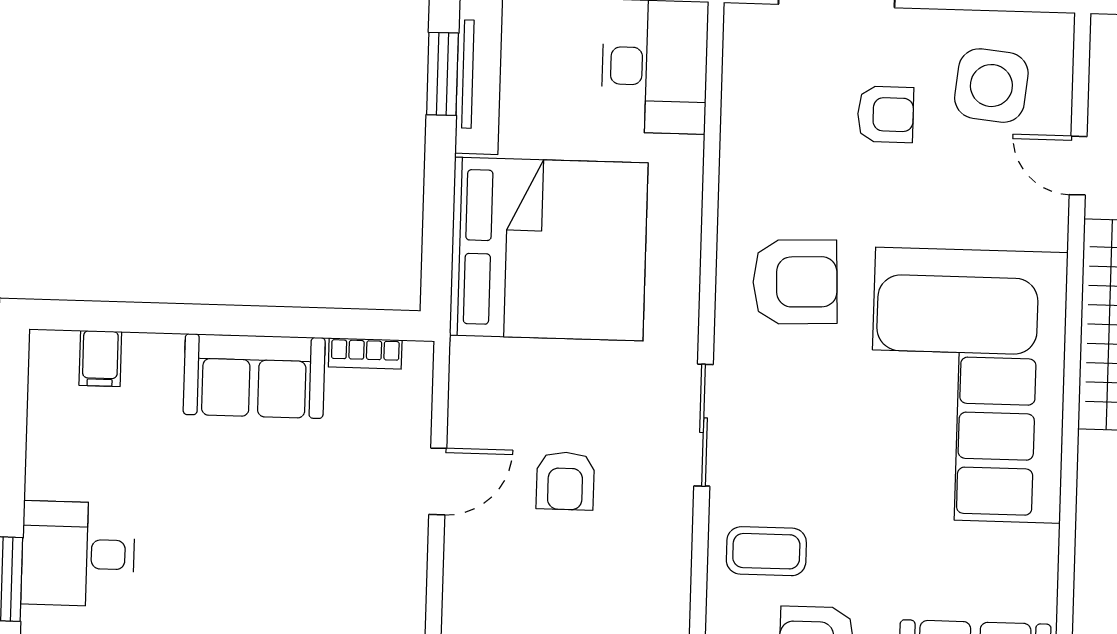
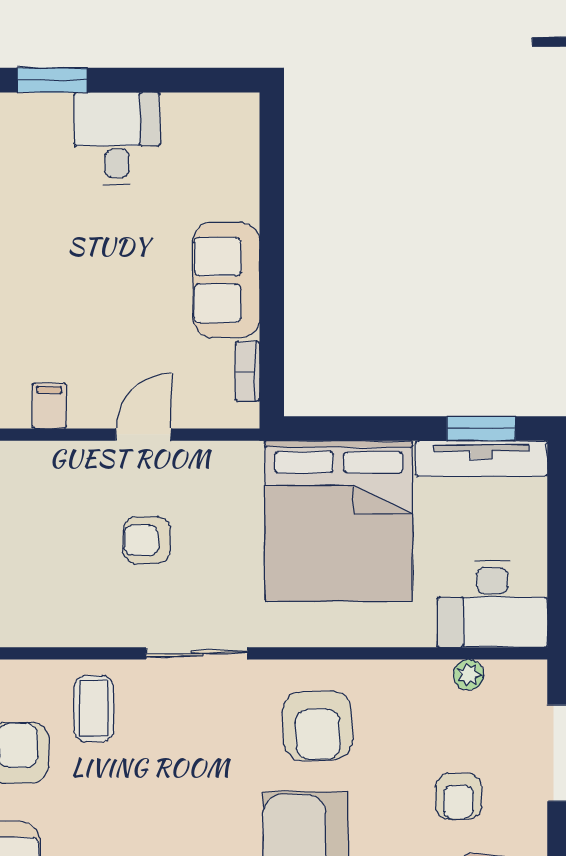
plant: (739, 98) -> (469, 675), added
filing cabinet: (100, 358) -> (49, 406), moved, turned 90
door: (438, 481) -> (143, 435), swing flipped
desk: (78, 554) -> (117, 139), moved

